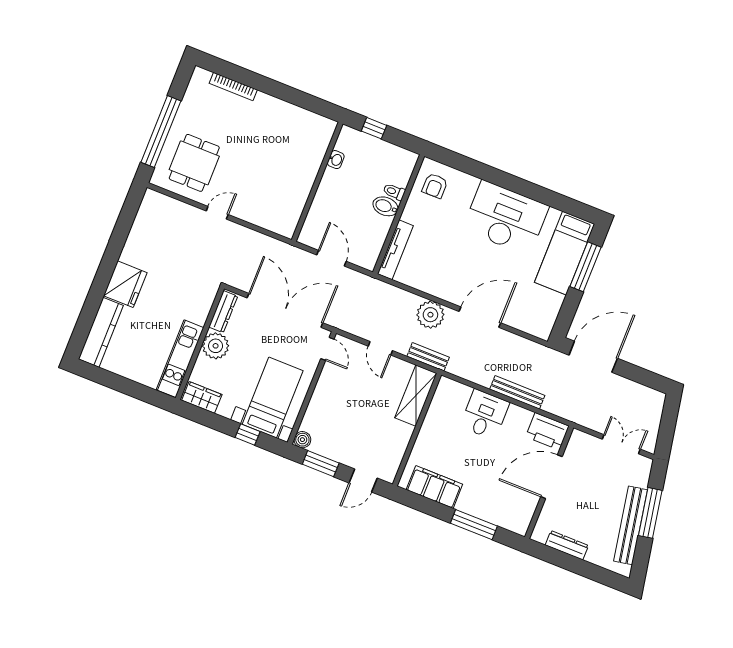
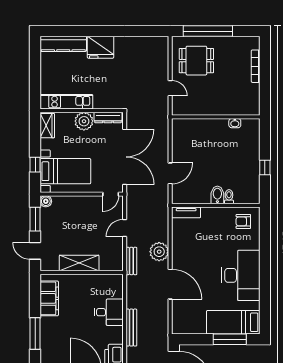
washbasin: (336, 160) -> (235, 123), moved
wall: (317, 182) -> (216, 117), moved
tv unit: (395, 250) -> (186, 212), width x0.71
shelving: (416, 396) -> (79, 263), moved

